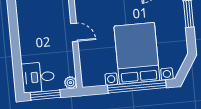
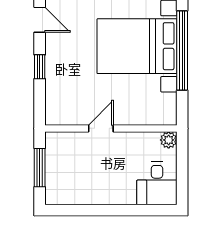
window: (45, 95) -> (182, 176), removed

